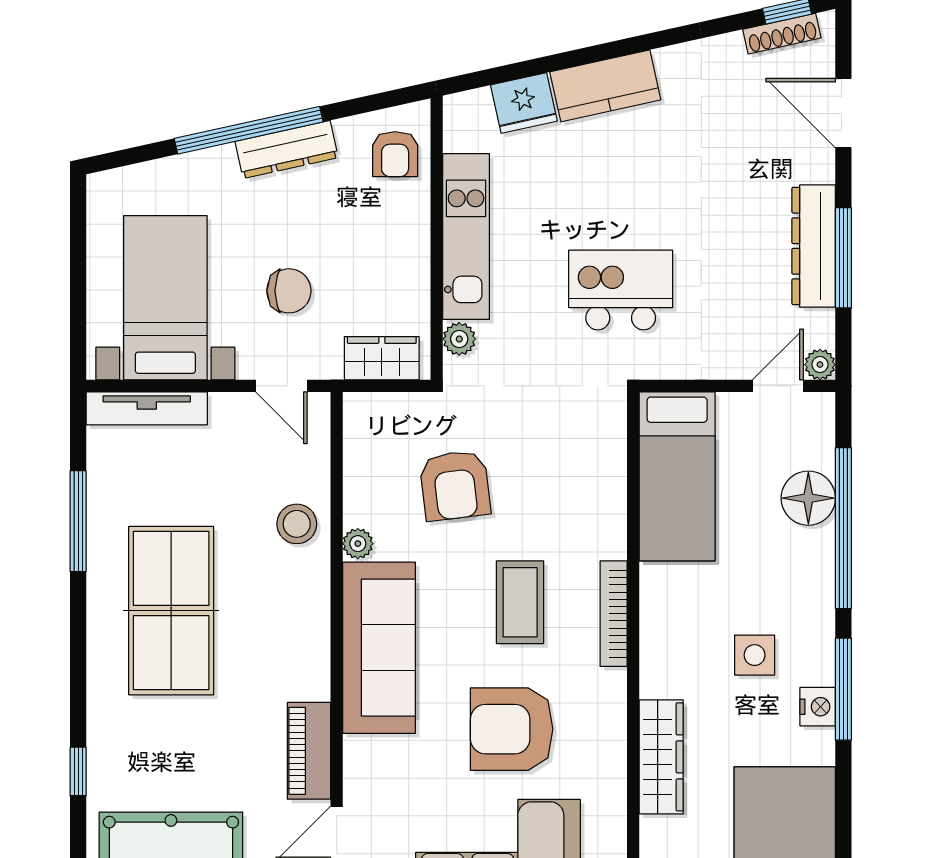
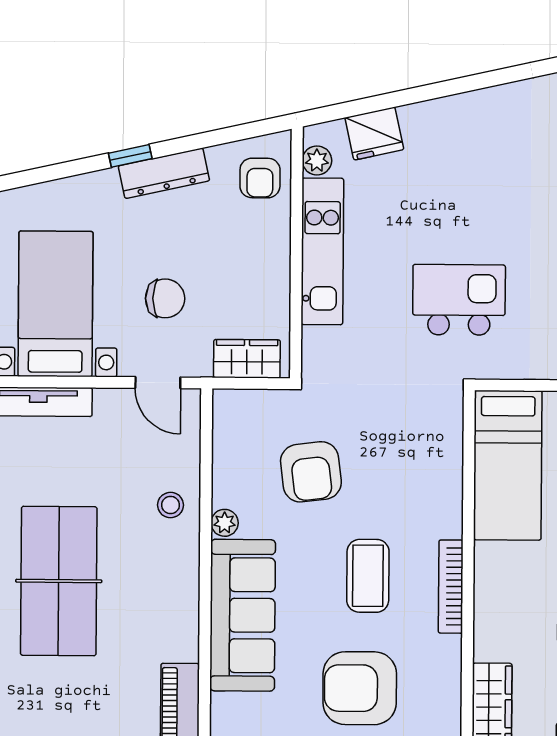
kitchen counter: (605, 86) -> (447, 119), removed
window: (249, 130) -> (130, 156), width x0.32
plant: (459, 339) -> (317, 160), moved
stool: (297, 524) -> (171, 505), width x0.73, depth x0.73

